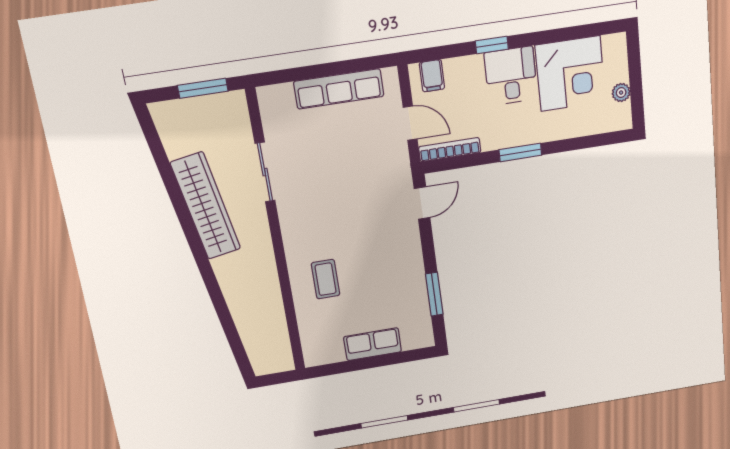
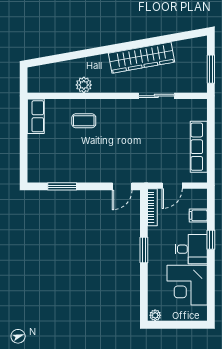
filing cabinet: (432, 76) -> (198, 215), moved
plant: (621, 93) -> (155, 315), moved
door: (422, 203) -> (122, 186), hinge flipped
plant: (268, 289) -> (84, 85), added
row of seats: (373, 344) -> (36, 116), moved

